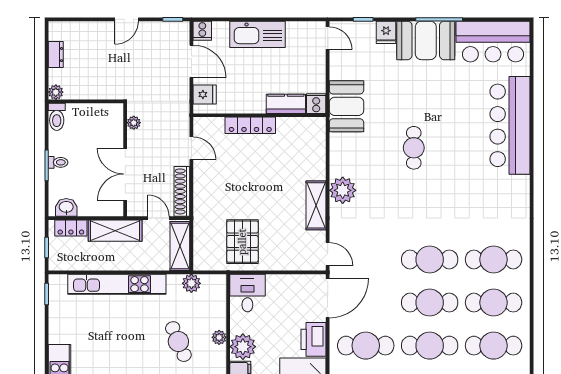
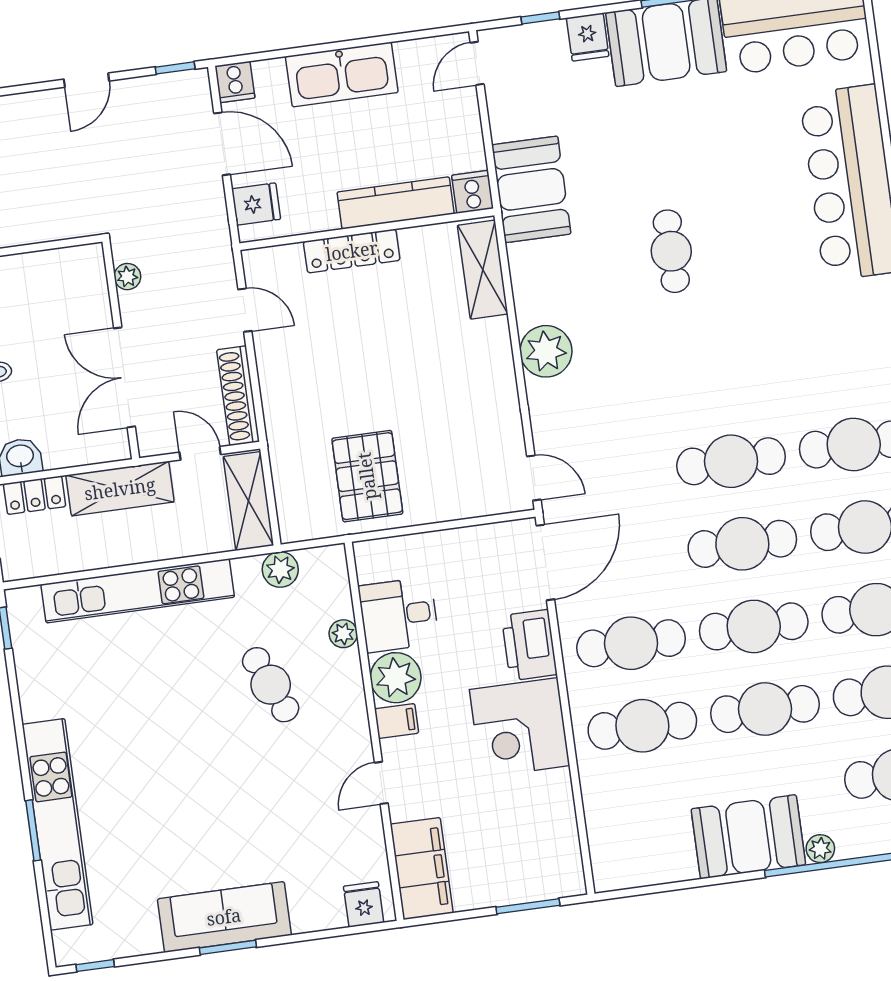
door: (328, 38) -> (477, 63), swing flipped
kitchen counter: (286, 104) -> (396, 203), width x1.50
shelving: (316, 205) -> (483, 270), moved
desk: (247, 293) -> (399, 615), moved, turned -90
plant: (219, 337) -> (343, 634), moved

